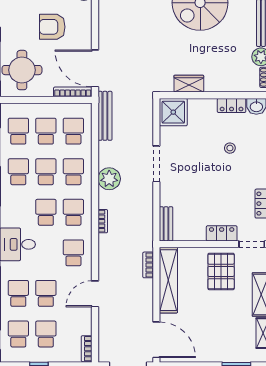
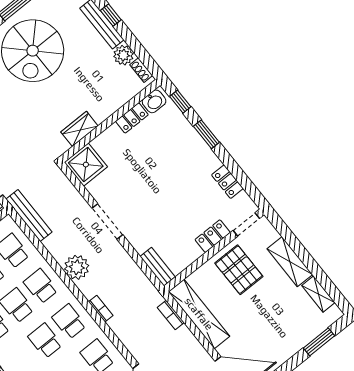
stool: (230, 148) -> (160, 156), removed

